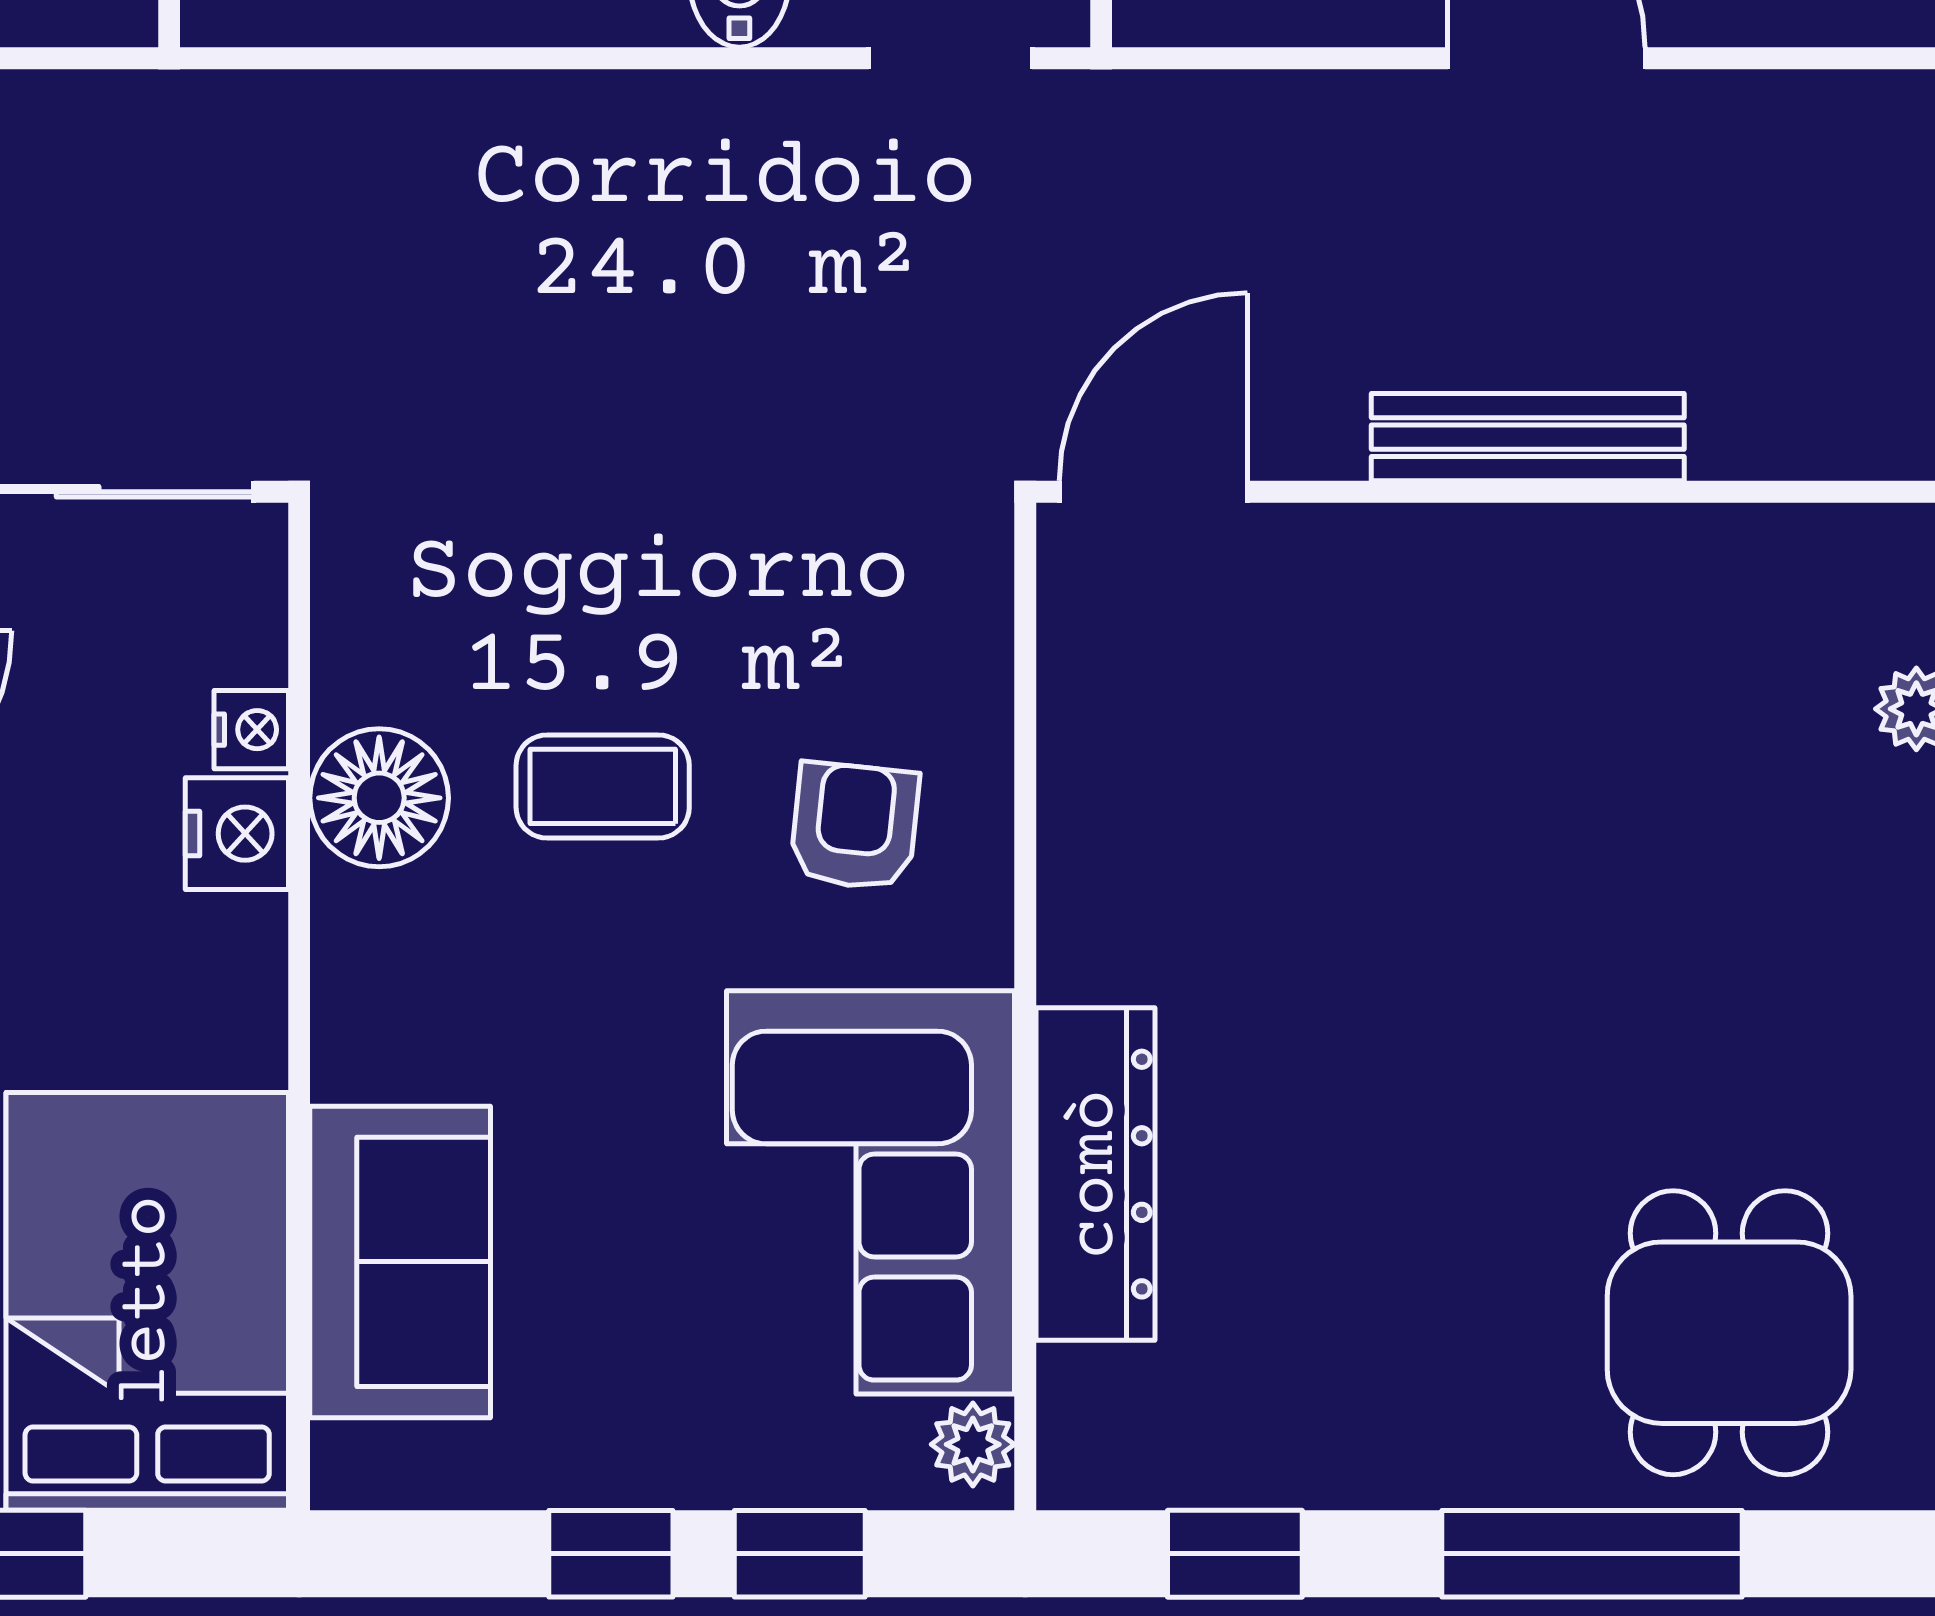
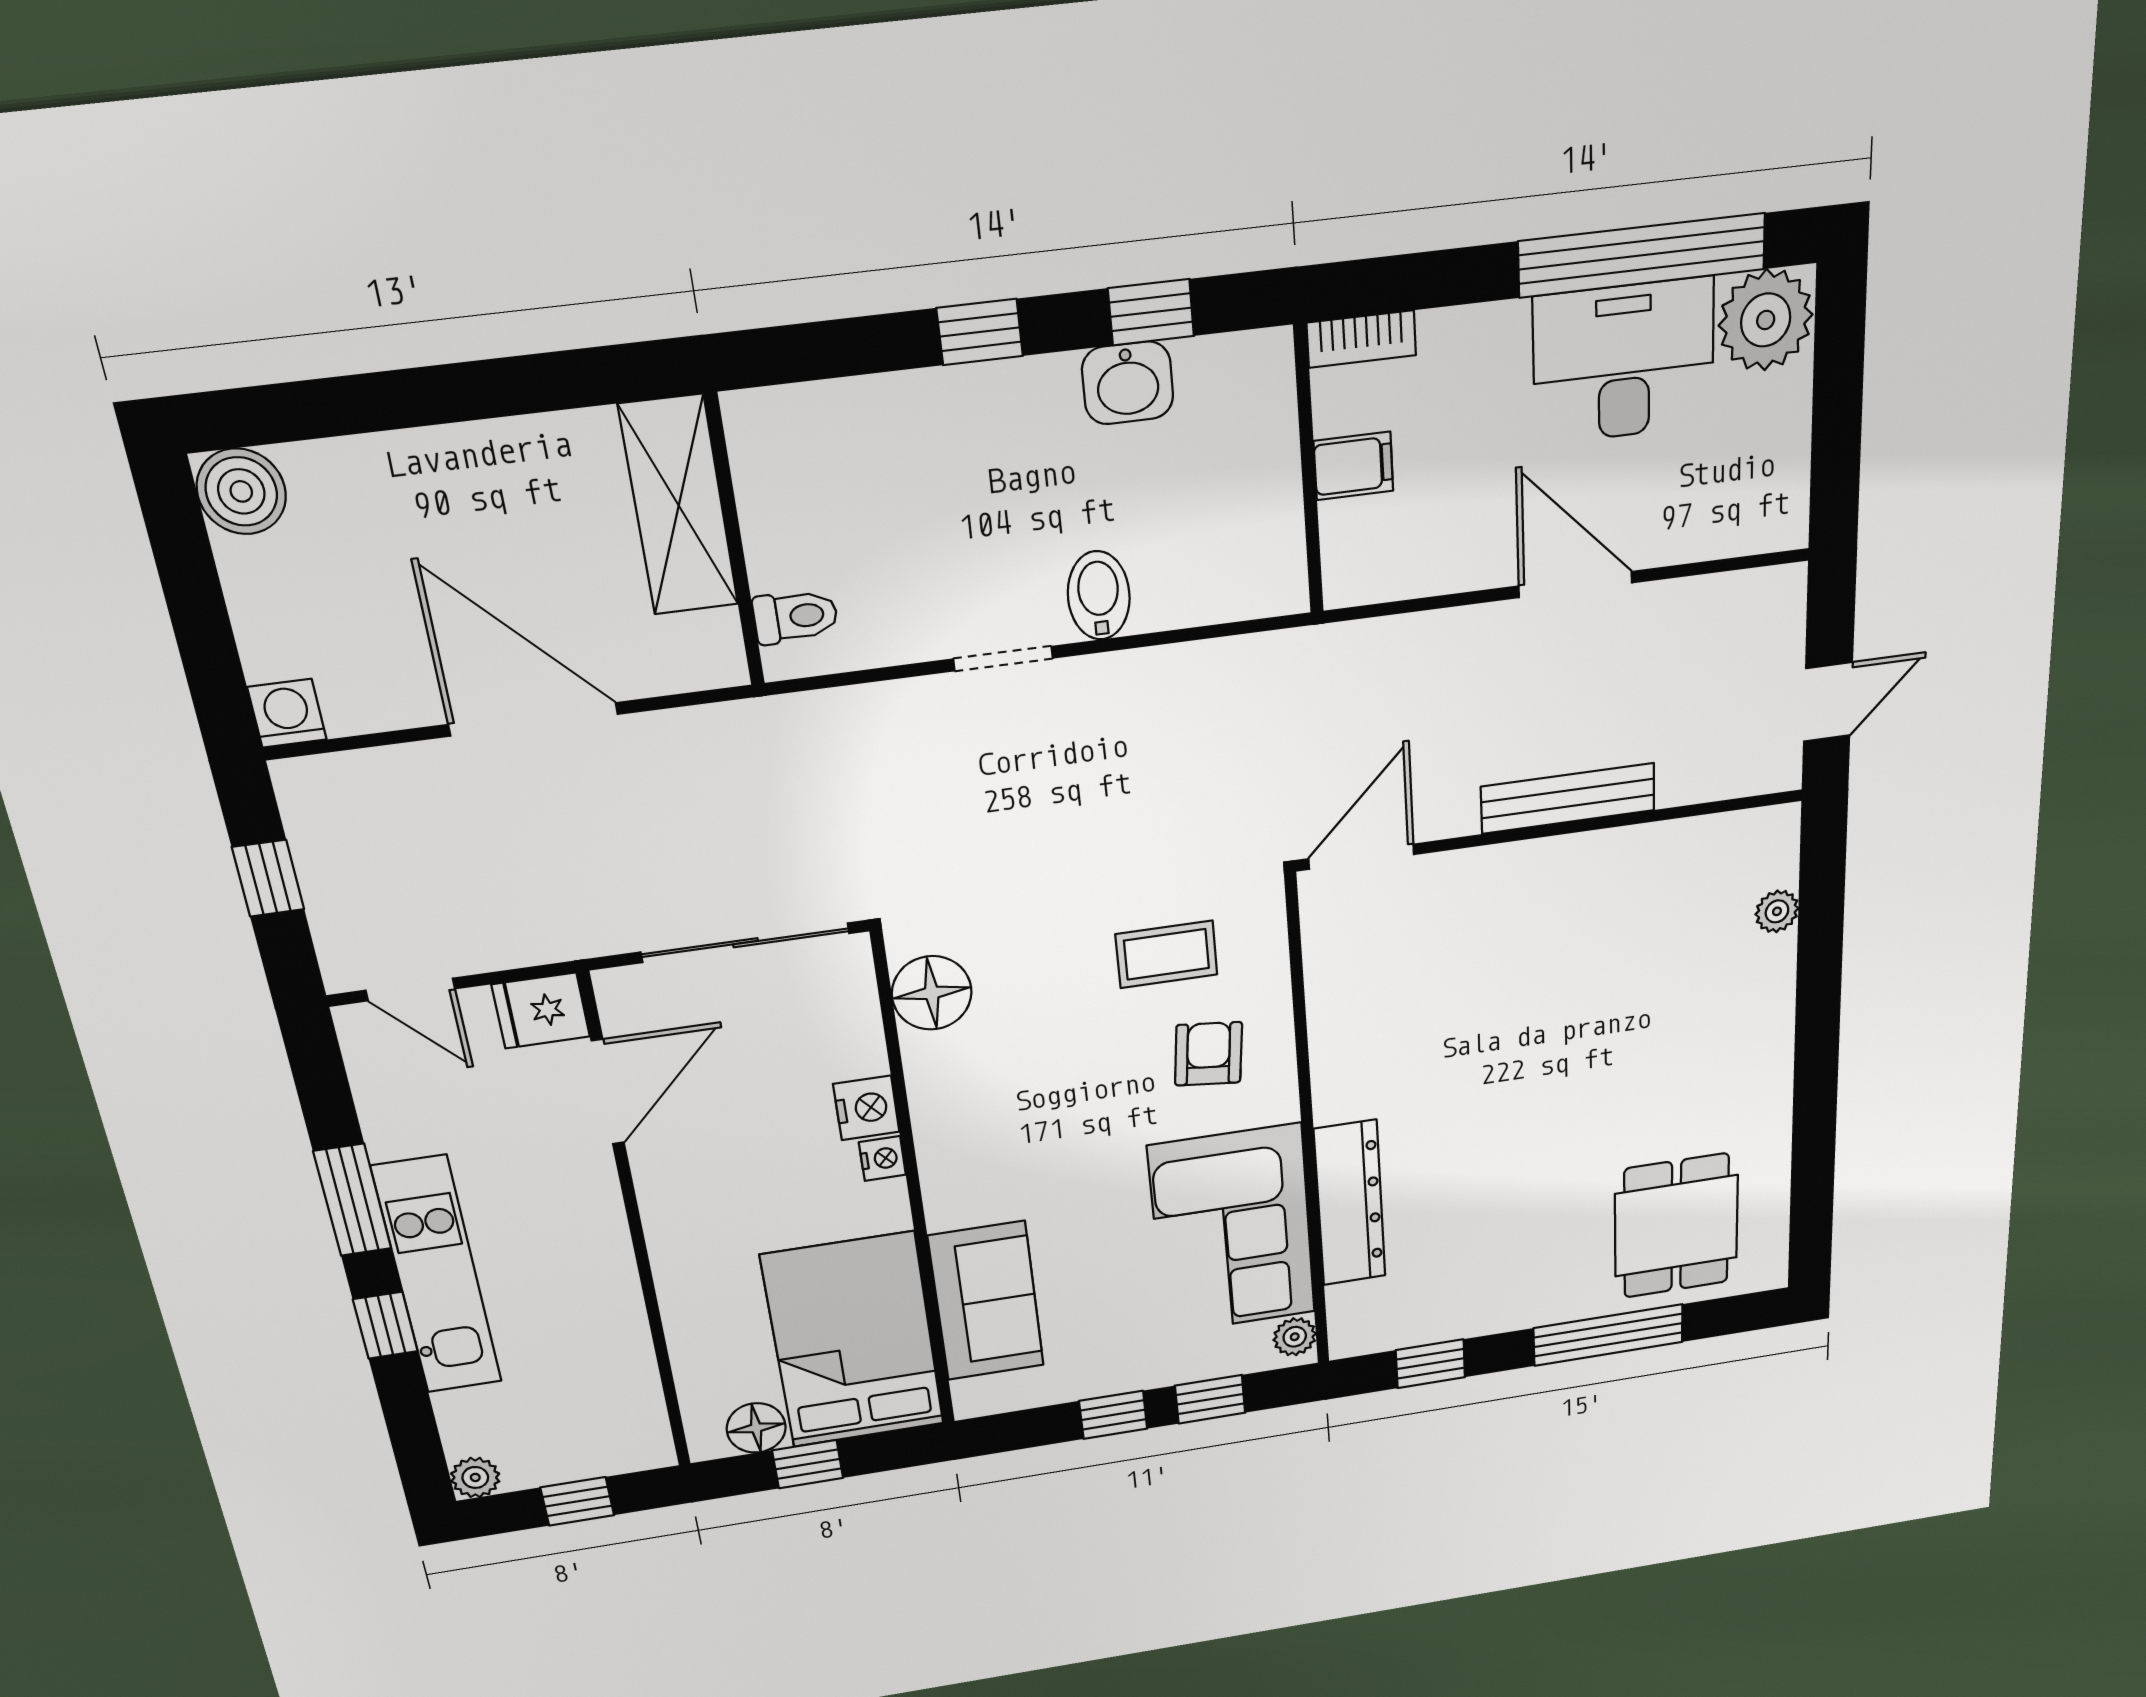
doorway: (950, 58) -> (1003, 659), moved
nightstand: (251, 730) -> (882, 1159), moved
coffee table: (603, 786) -> (1167, 954), moved
floor lamp: (379, 798) -> (932, 993), moved

